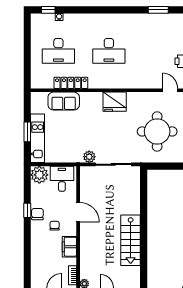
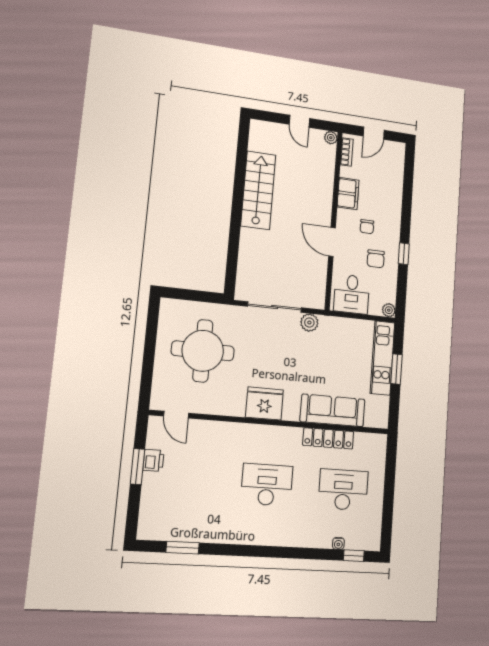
sofa: (64, 101) -> (333, 410), width x1.36
plant: (39, 175) -> (389, 310), width x0.53, depth x0.53
chair: (37, 214) -> (376, 259), moved

